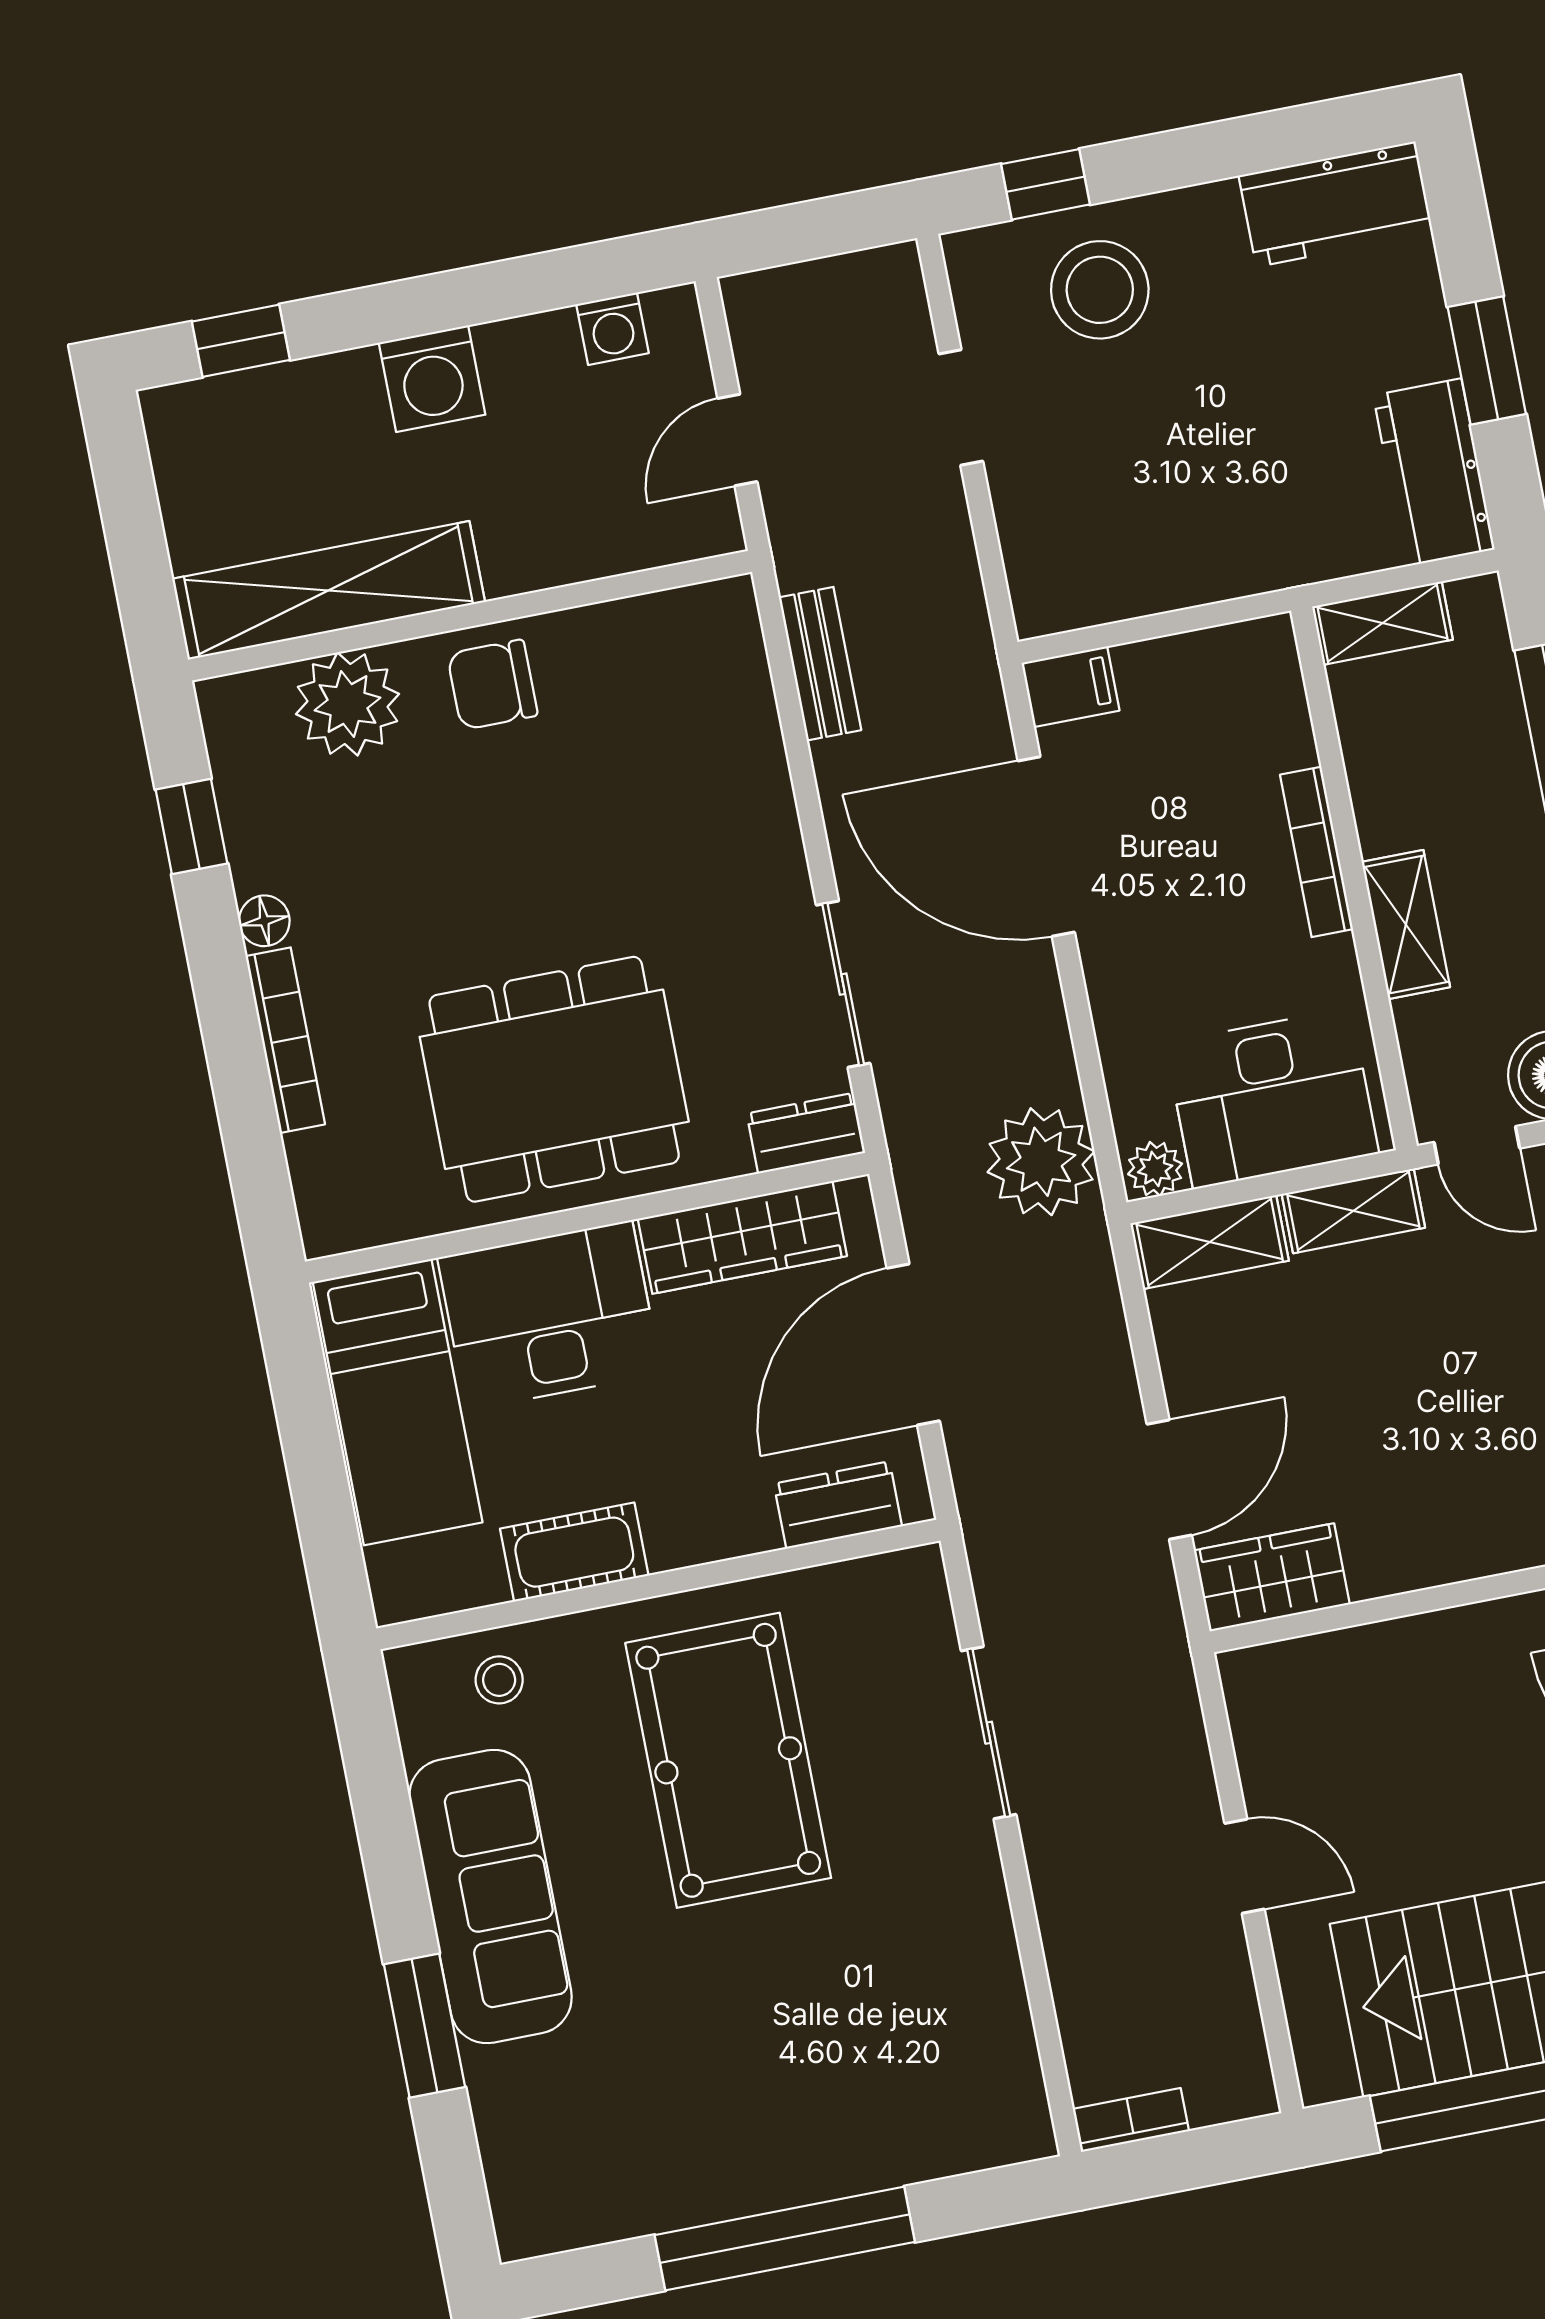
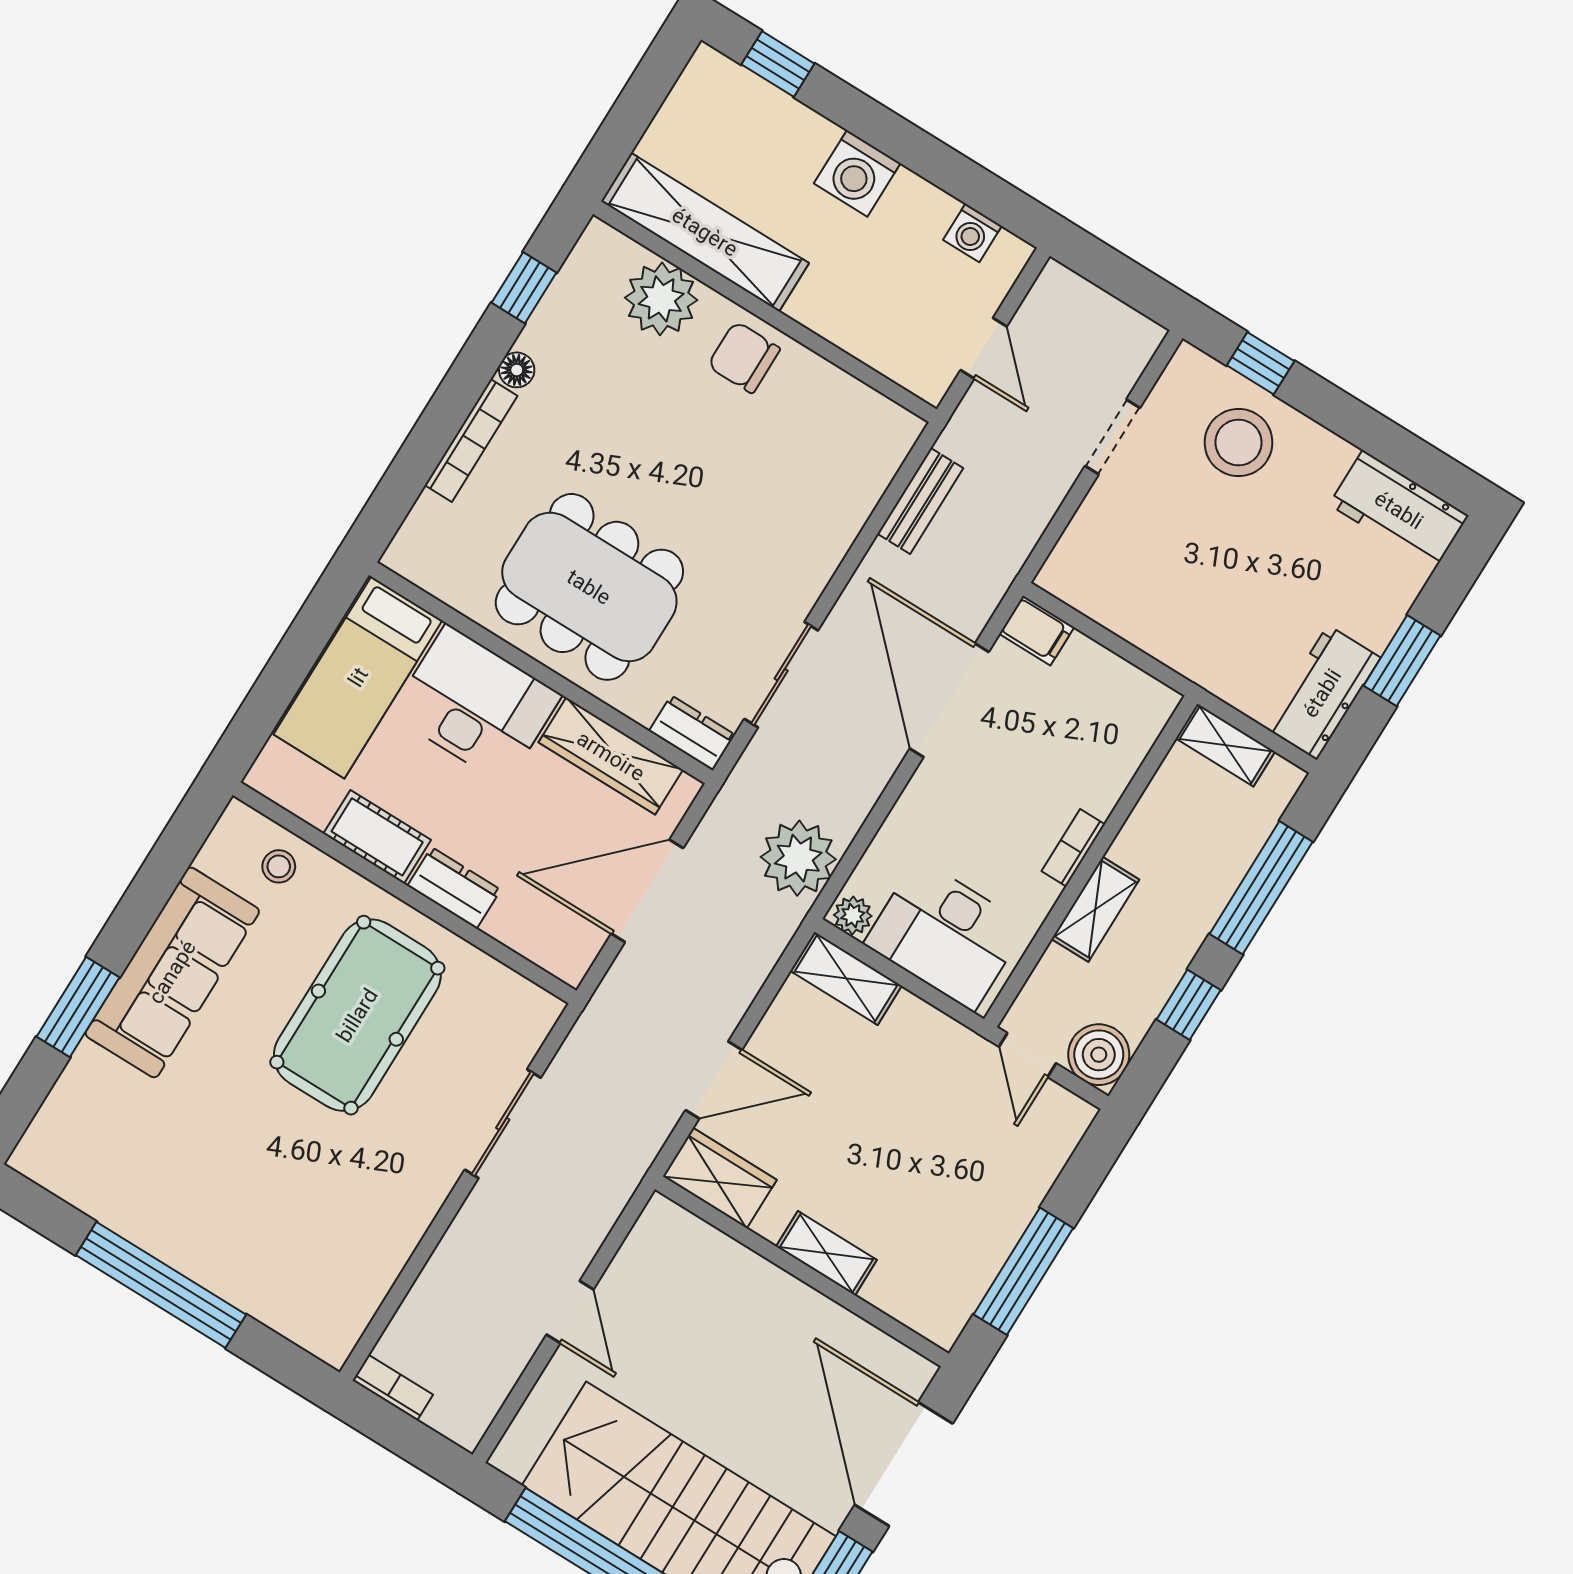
door: (737, 440) -> (984, 348), swing flipped
bookcase: (1317, 852) -> (1073, 848), width x0.64
shelving: (1353, 1211) -> (826, 1253), moved
dresser: (838, 1505) -> (454, 888), moved

